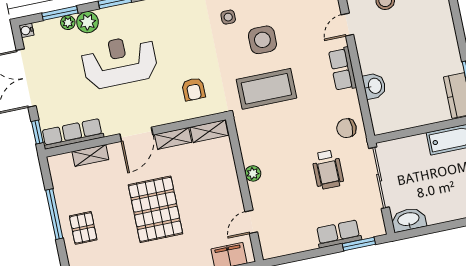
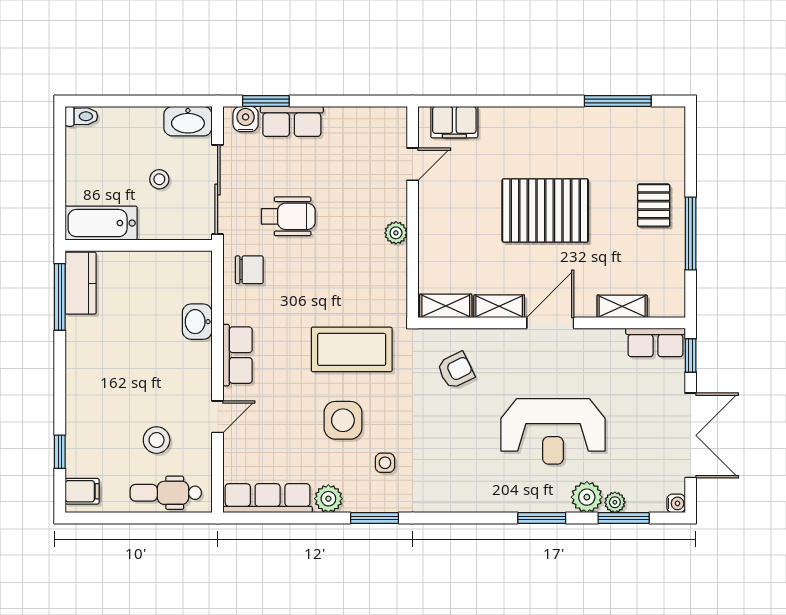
armchair: (193, 89) -> (456, 370), turned 64
row of seats: (72, 134) -> (655, 342), width x0.68
wheelchair: (328, 170) -> (288, 216), turned 90
stool: (420, 177) -> (159, 179), added
pallet: (155, 209) -> (545, 210), turned 90
water cooler: (370, 229) -> (246, 119), added

